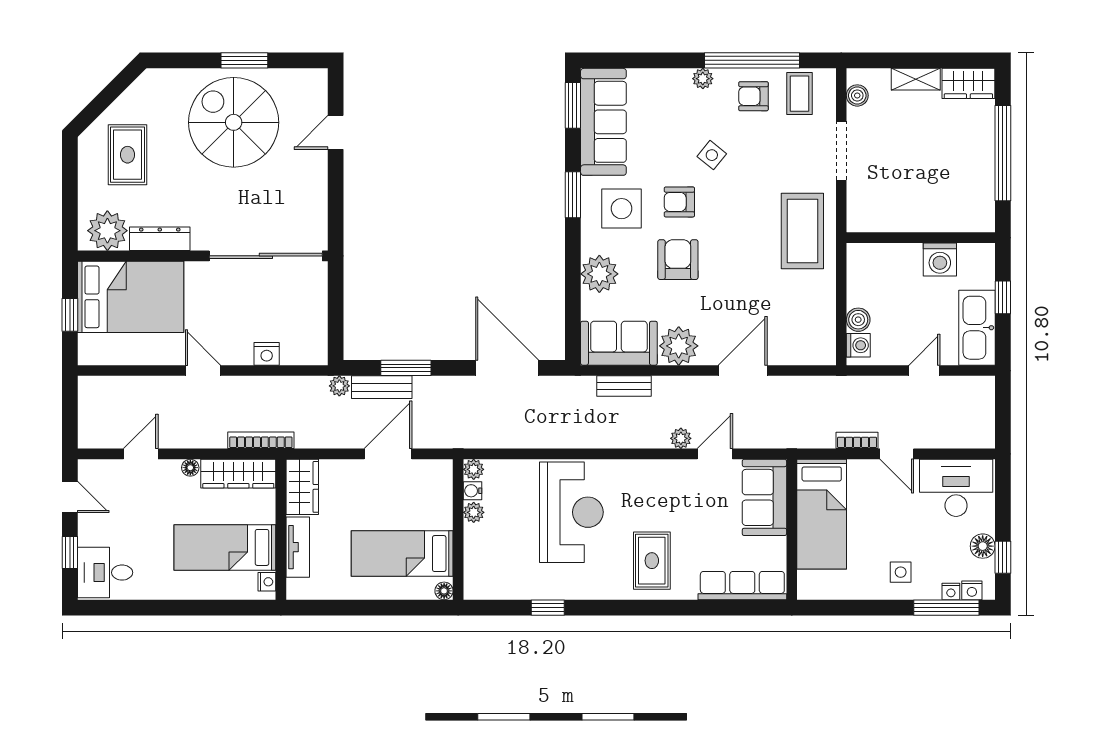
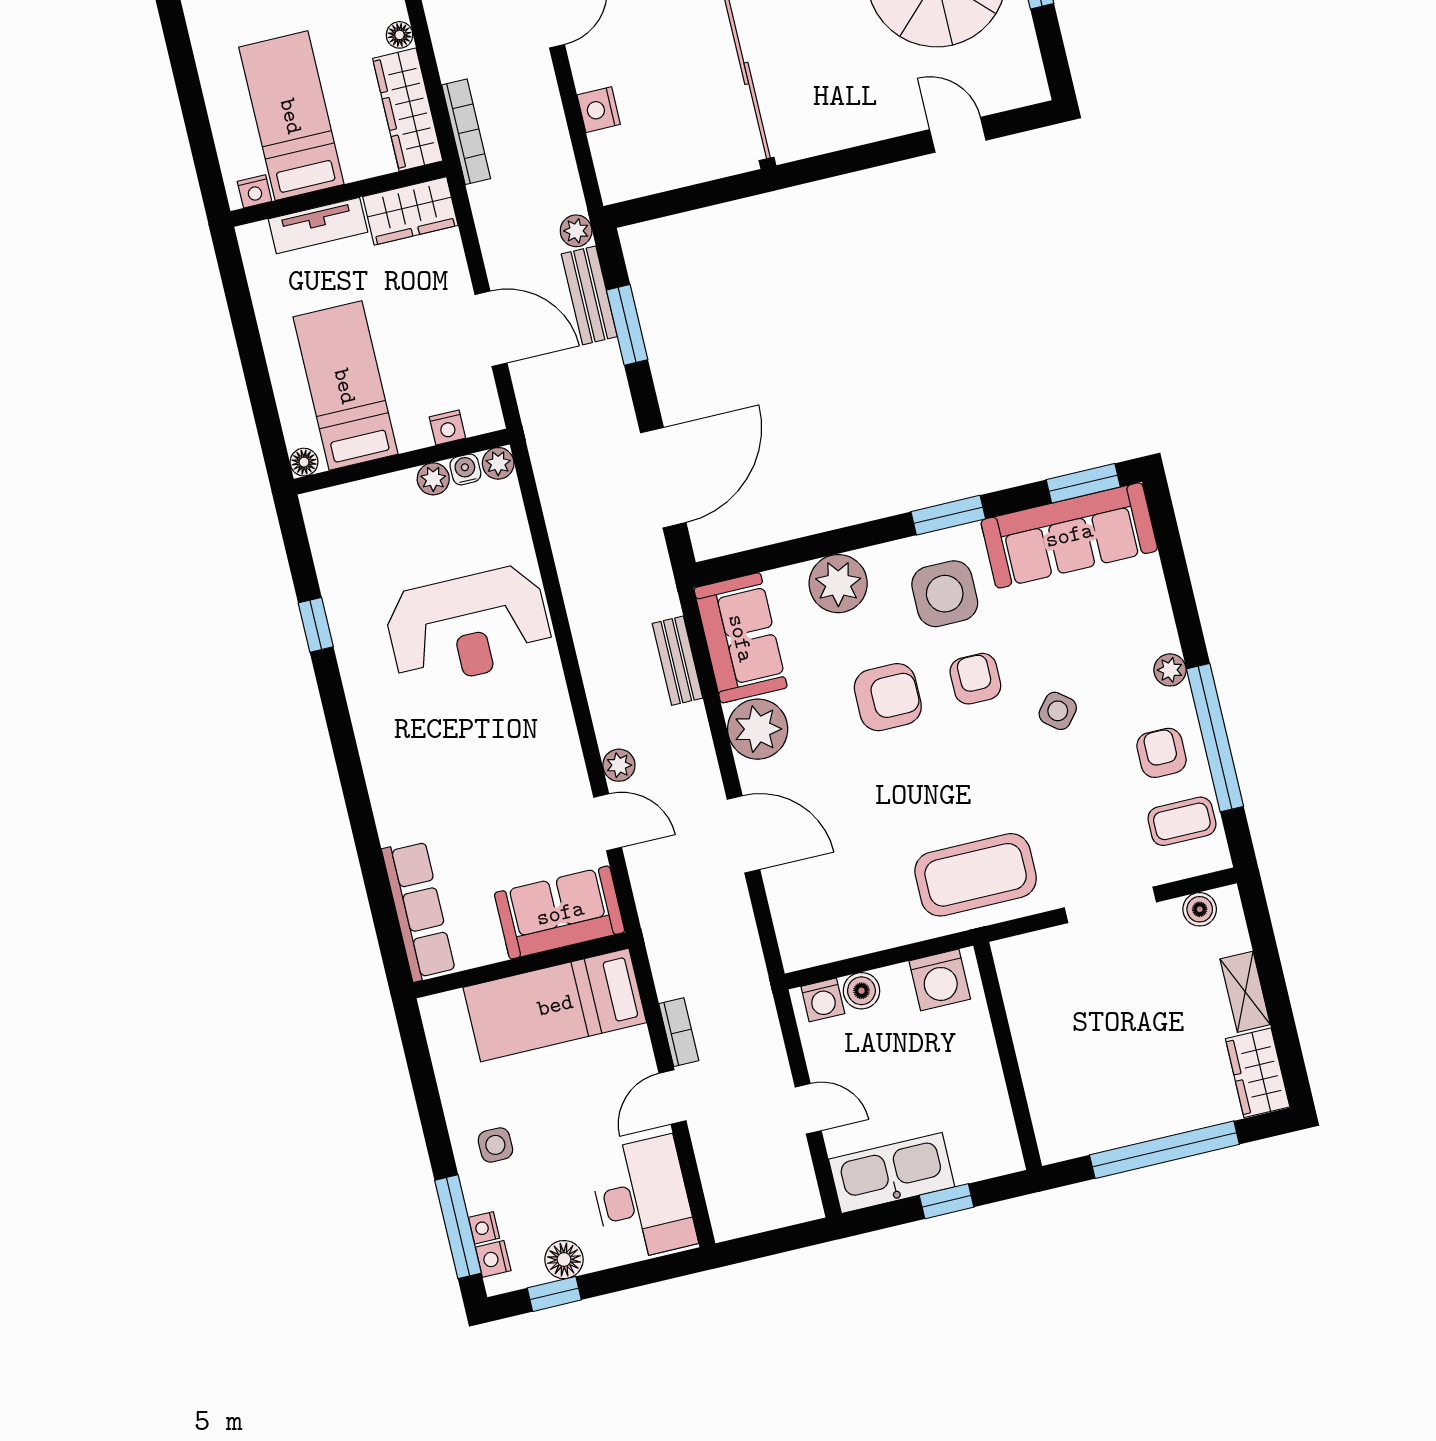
washing machine: (940, 259) -> (940, 980), moved, turned -90
nightstand: (444, 496) -> (447, 427), added
rug: (652, 561) -> (424, 765), removed

